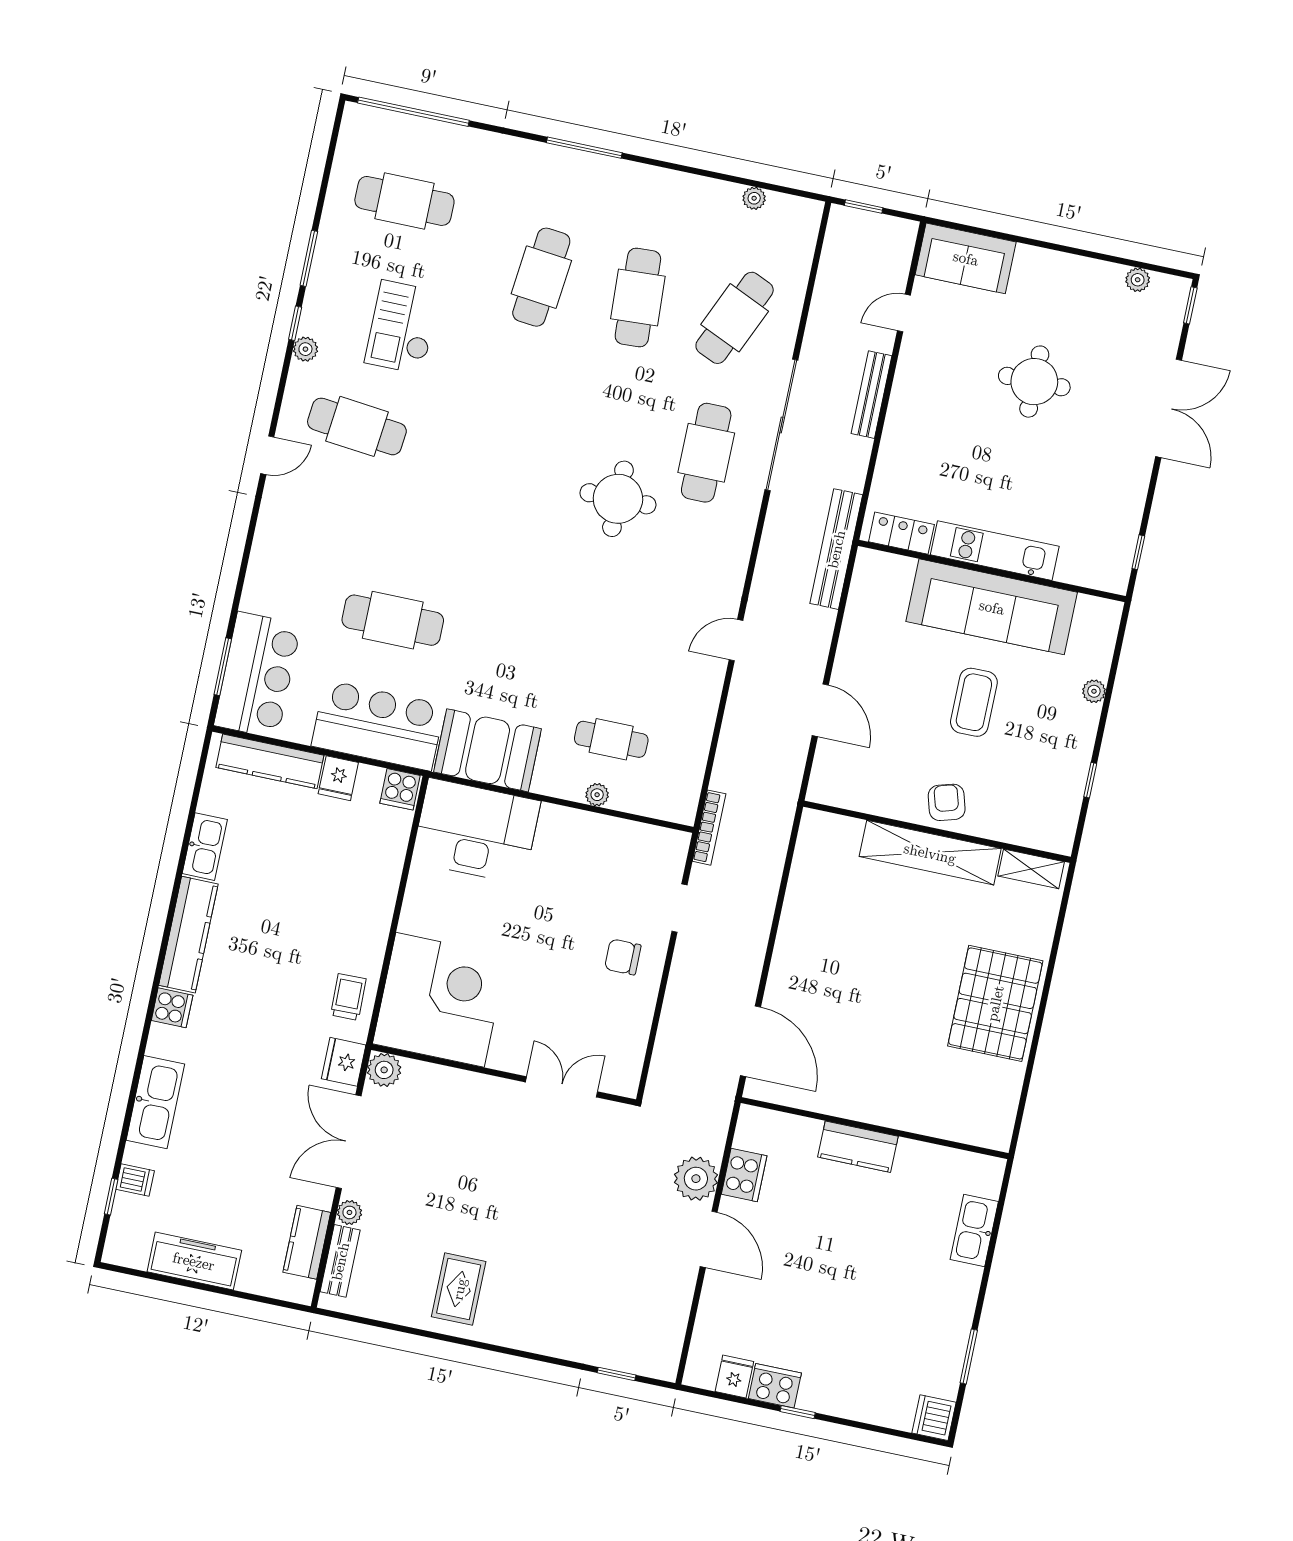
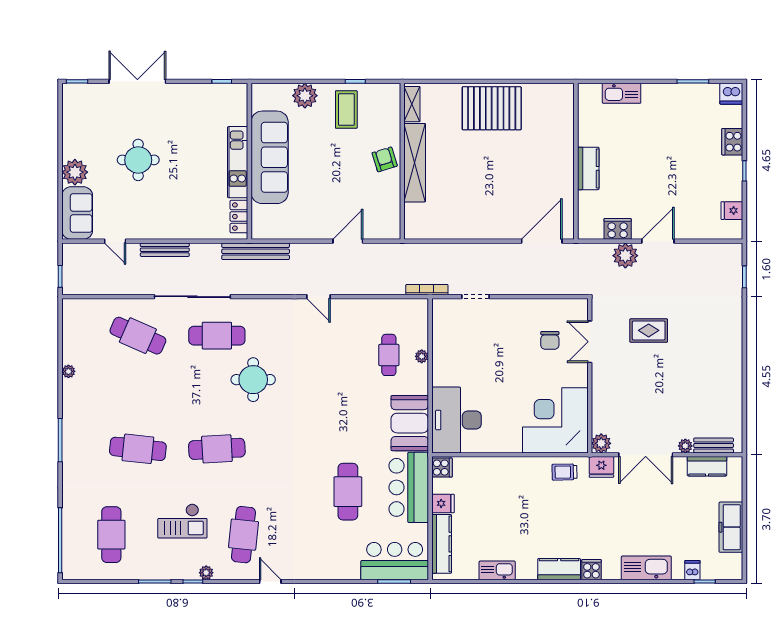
plant: (754, 198) -> (68, 371), moved
plant: (1138, 280) -> (75, 172), moved, width x1.87, depth x1.87
cafe table: (638, 297) -> (217, 449), moved
plant: (1094, 691) -> (305, 96), width x1.88, depth x1.88
coffee table: (974, 702) -> (346, 110), moved, turned 90
armchair: (947, 802) -> (385, 159), turned 89
kitchen counter: (188, 935) -> (559, 569), width x0.67
chair: (623, 957) -> (550, 340), moved
rug: (459, 1289) -> (649, 330), moved
cooker: (775, 1386) -> (732, 142), moved

